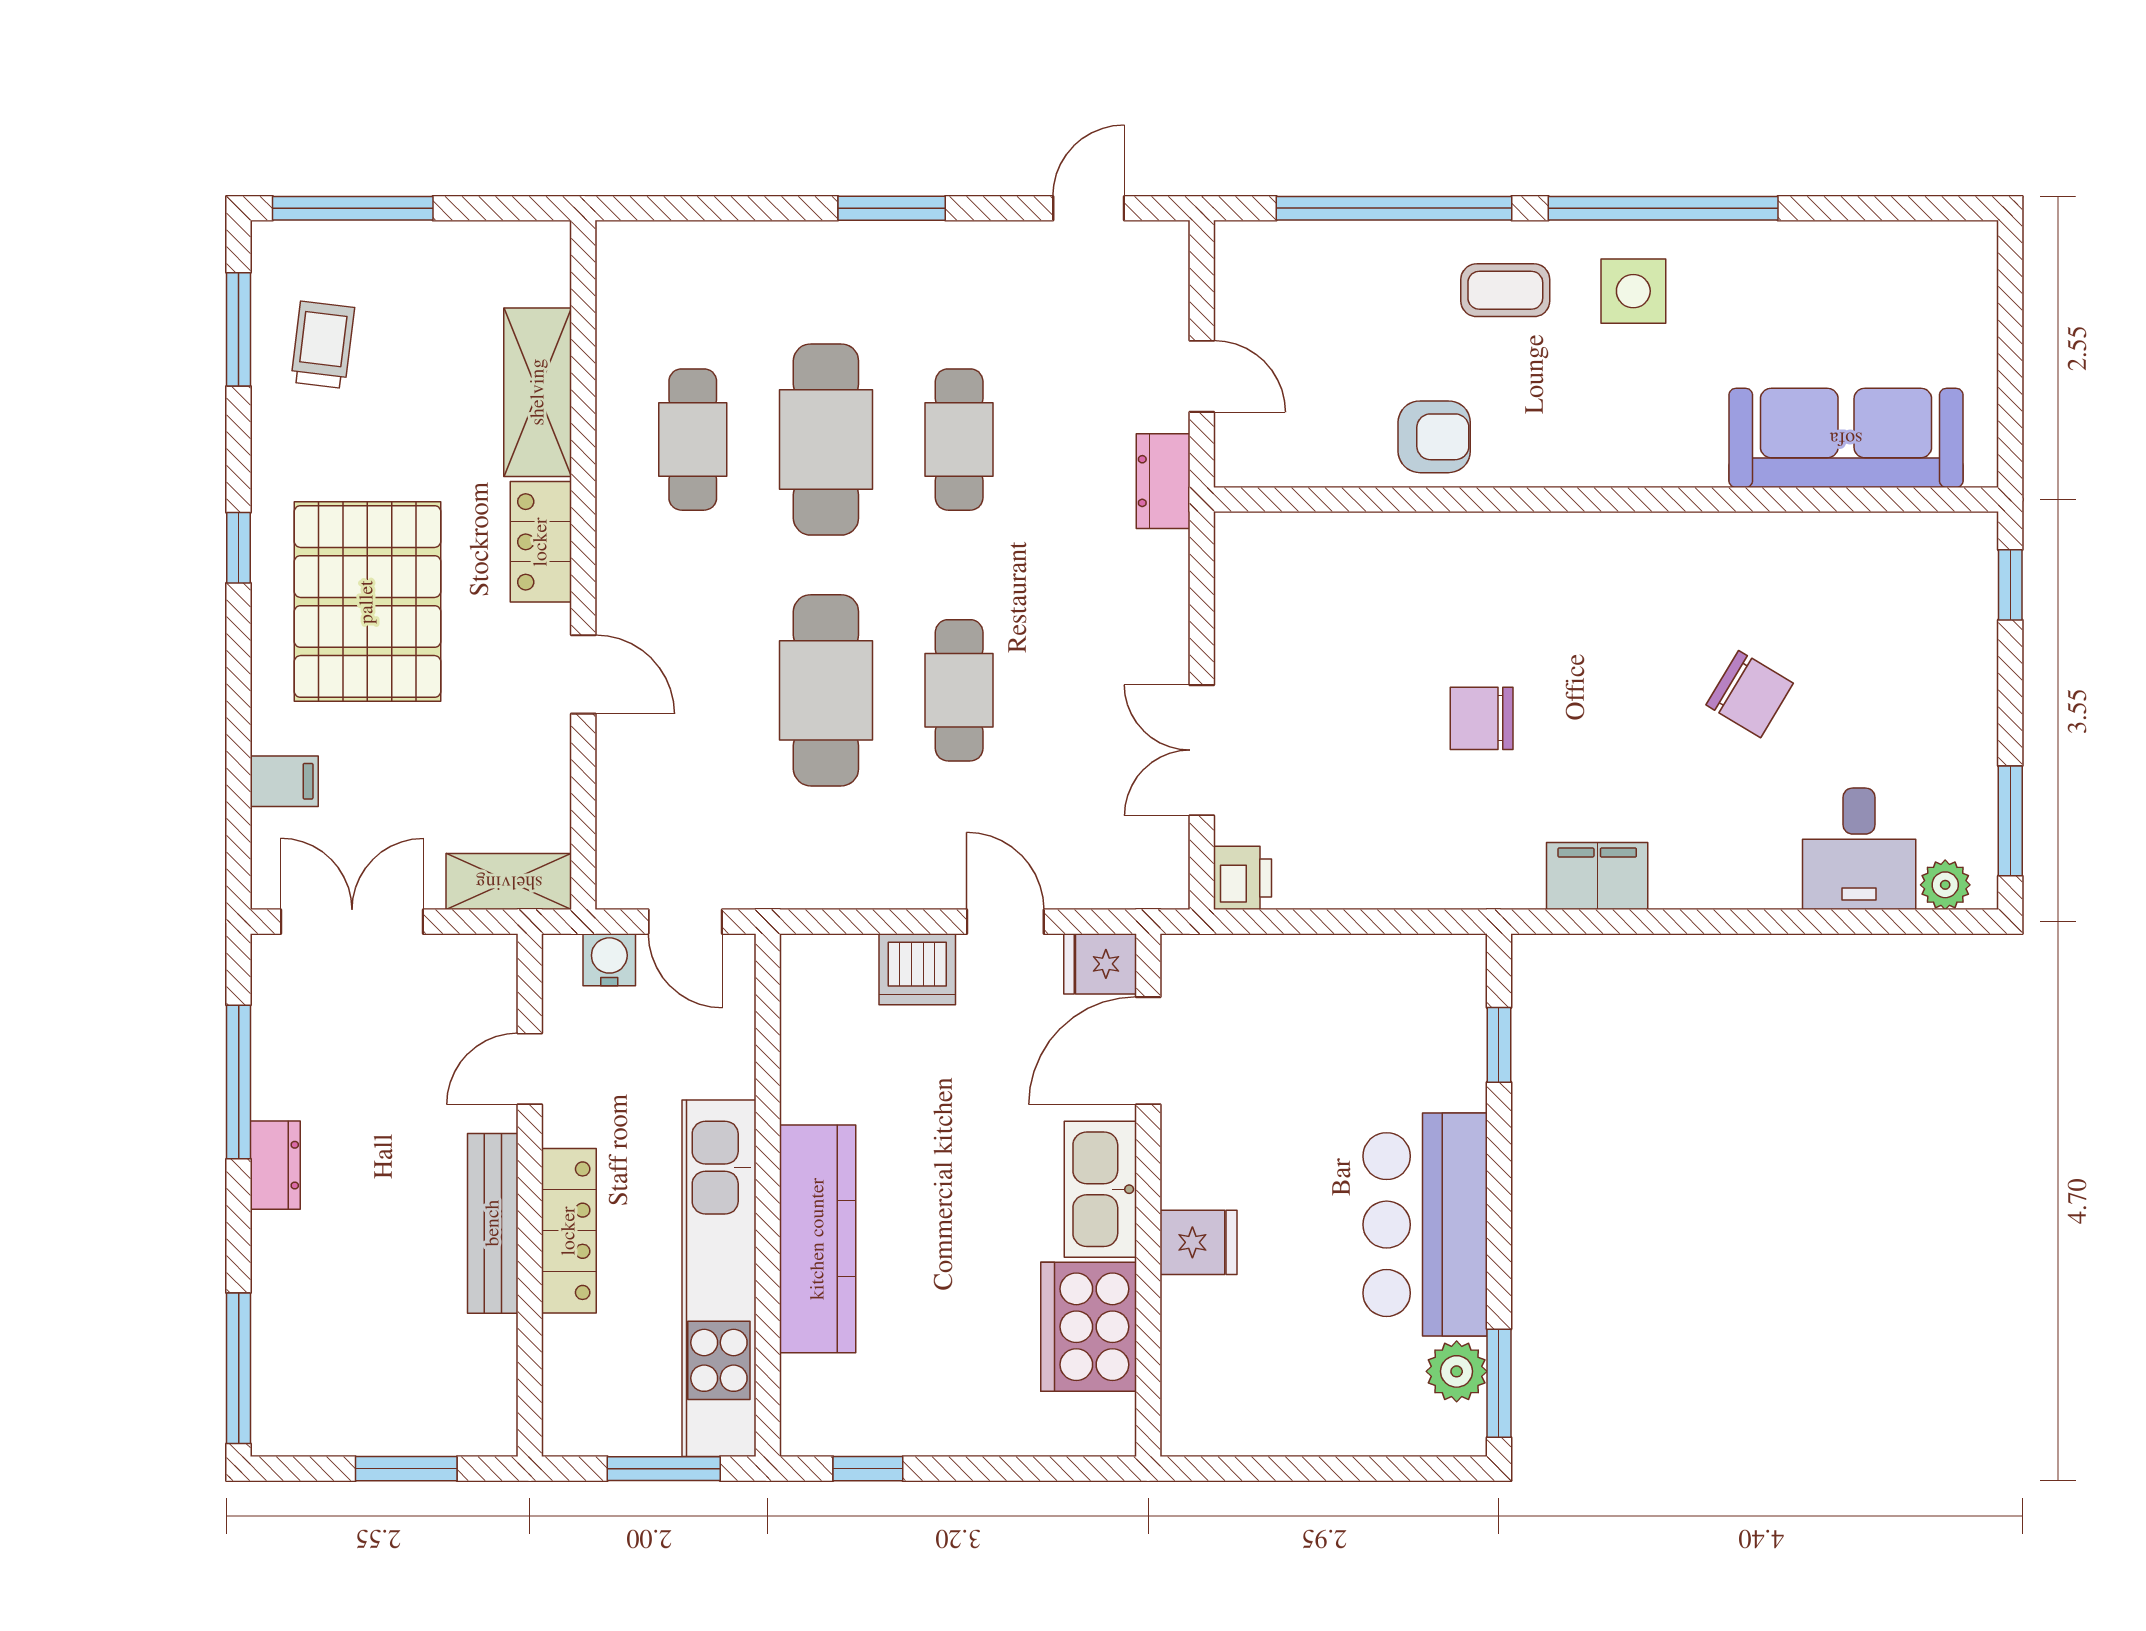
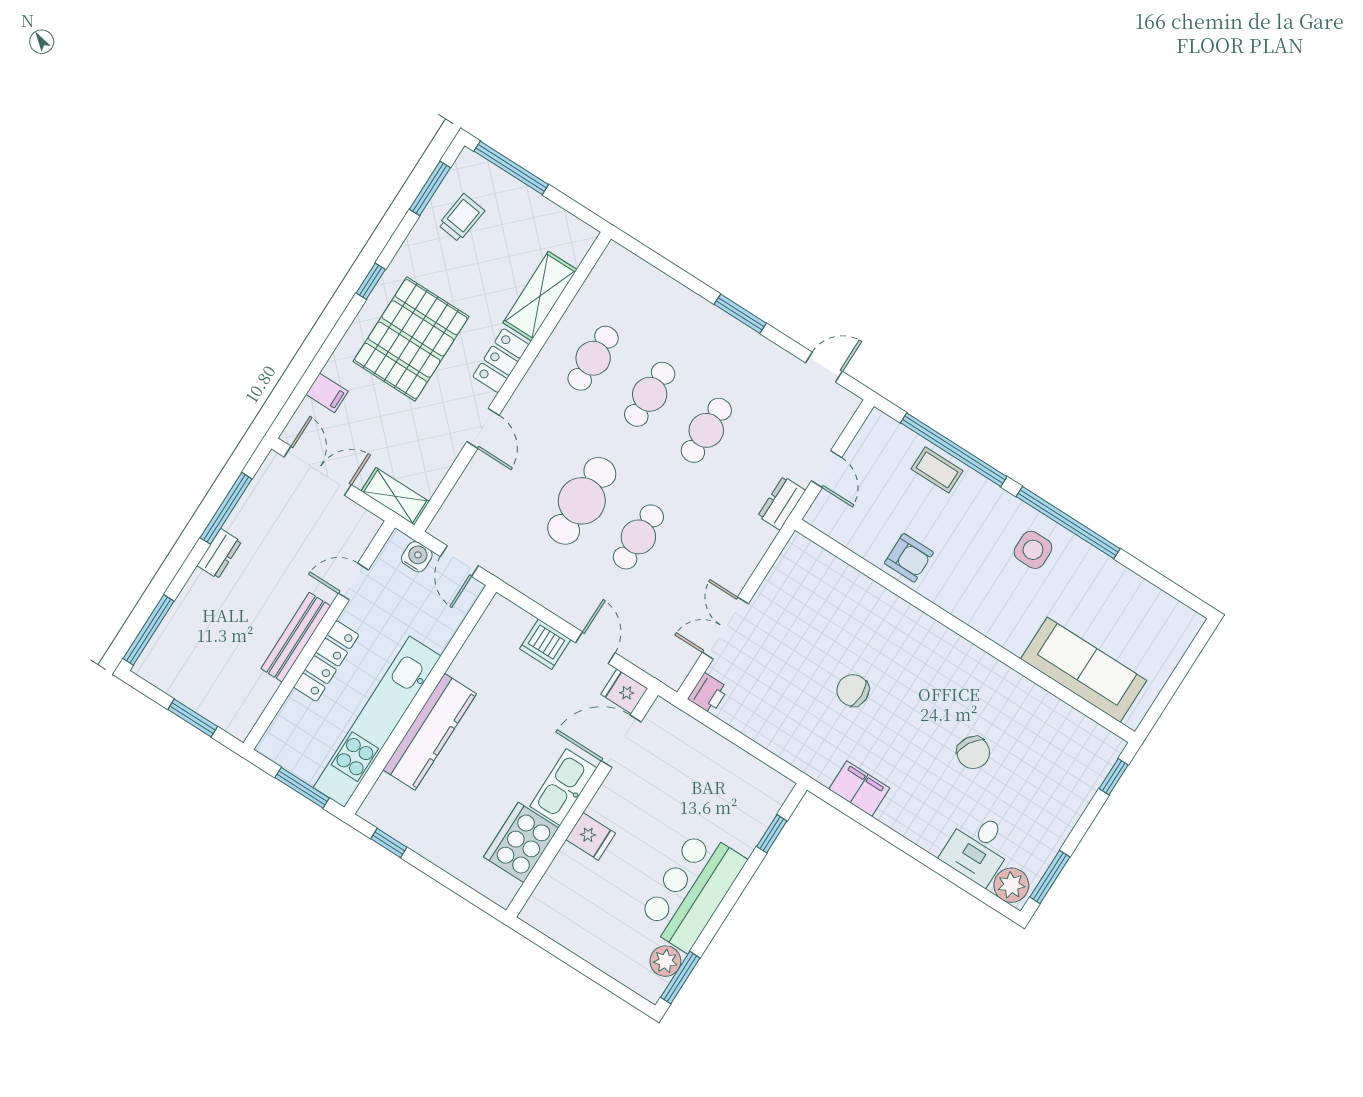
coffee table: (1505, 290) -> (937, 470), moved
cafe table: (826, 440) -> (650, 394), width x0.73, depth x0.74
plant: (1945, 885) -> (1011, 885), width x1.38, depth x1.38

